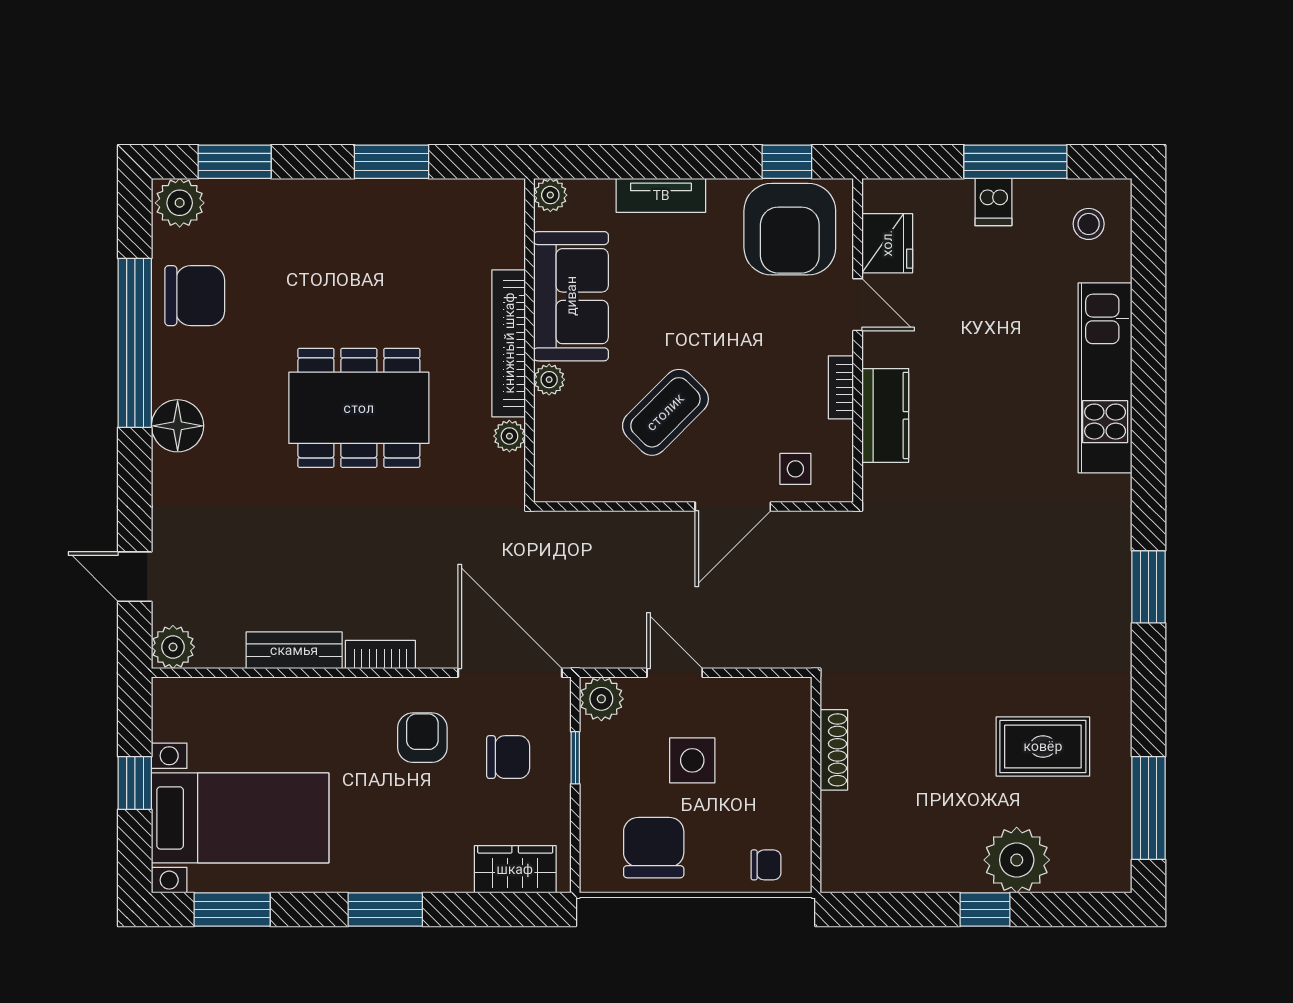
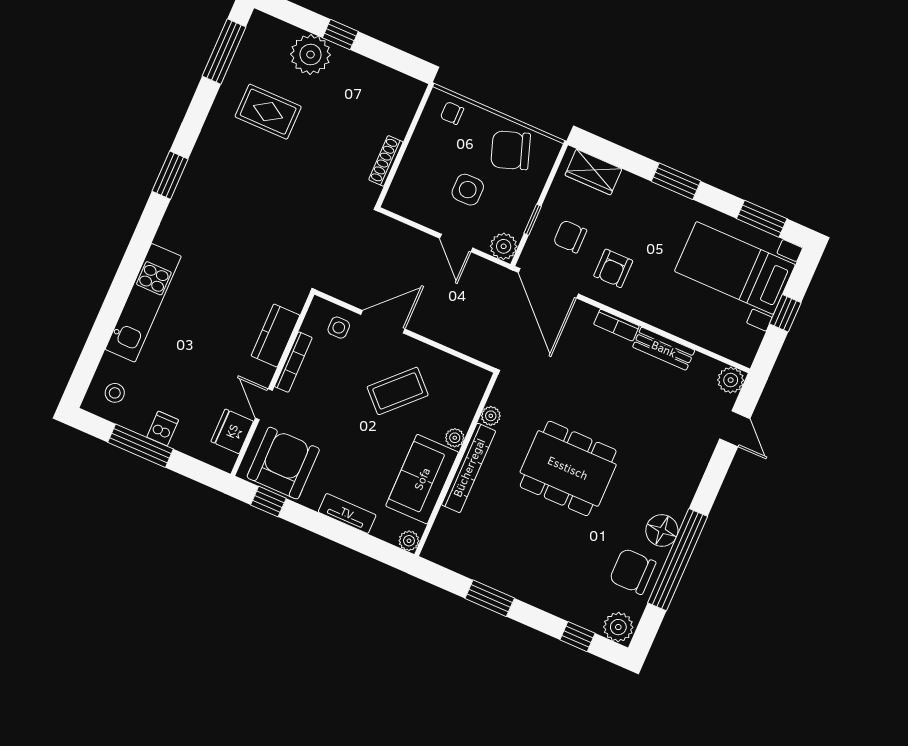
window: (235, 162) -> (578, 637), width x0.67
bookcase: (841, 387) -> (293, 362), width x1.56
floor lamp: (178, 426) -> (662, 530), moved
chair: (654, 848) -> (511, 150), turned 71

